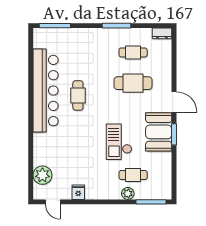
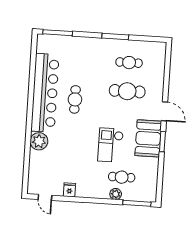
dresser: (162, 33) -> (157, 46), removed
plant: (42, 175) -> (39, 141), moved

